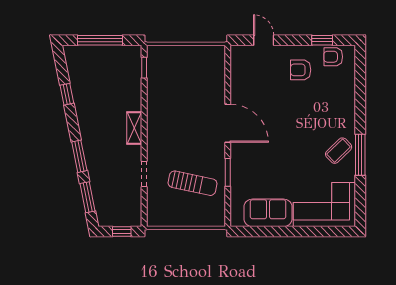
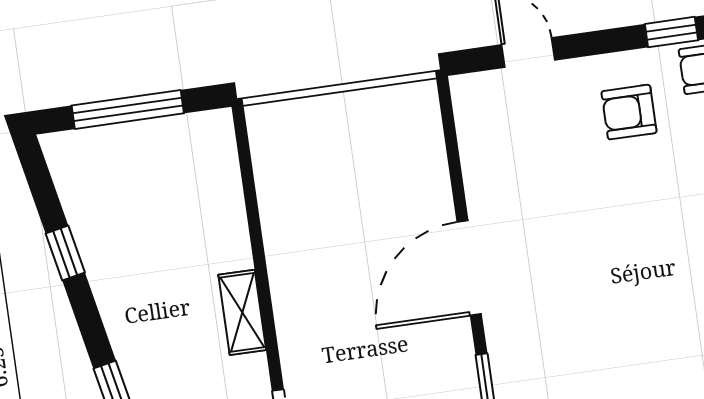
window: (144, 68) -> (245, 161), removed
door: (228, 123) -> (469, 268), swing flipped

